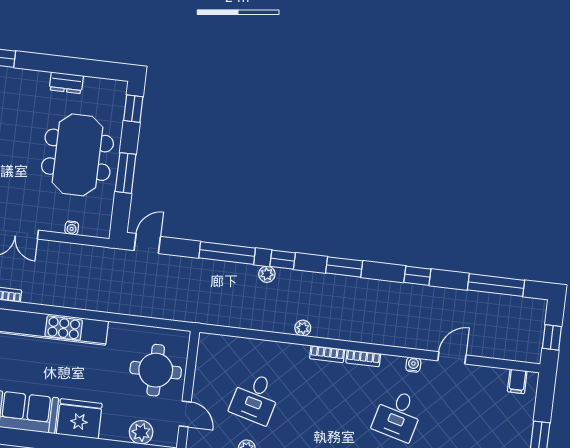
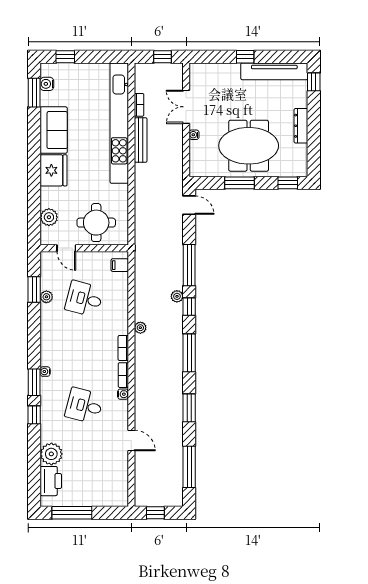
dresser: (66, 83) -> (301, 126), width x1.44
water cooler: (72, 228) -> (194, 135), moved
window: (344, 267) -> (189, 353), width x1.44
window: (417, 276) -> (189, 408), width x1.50
bench: (53, 298) -> (141, 140), added
water cooler: (413, 365) -> (123, 394), moved
filing cabinet: (517, 381) -> (120, 265), moved
door: (185, 414) -> (66, 248), hinge flipped

